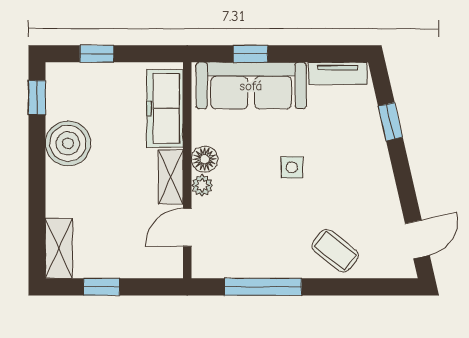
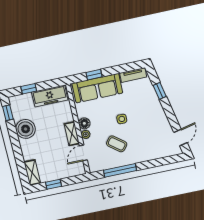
freezer: (165, 109) -> (50, 96), moved, turned -90
coffee table: (335, 251) -> (117, 144), moved

